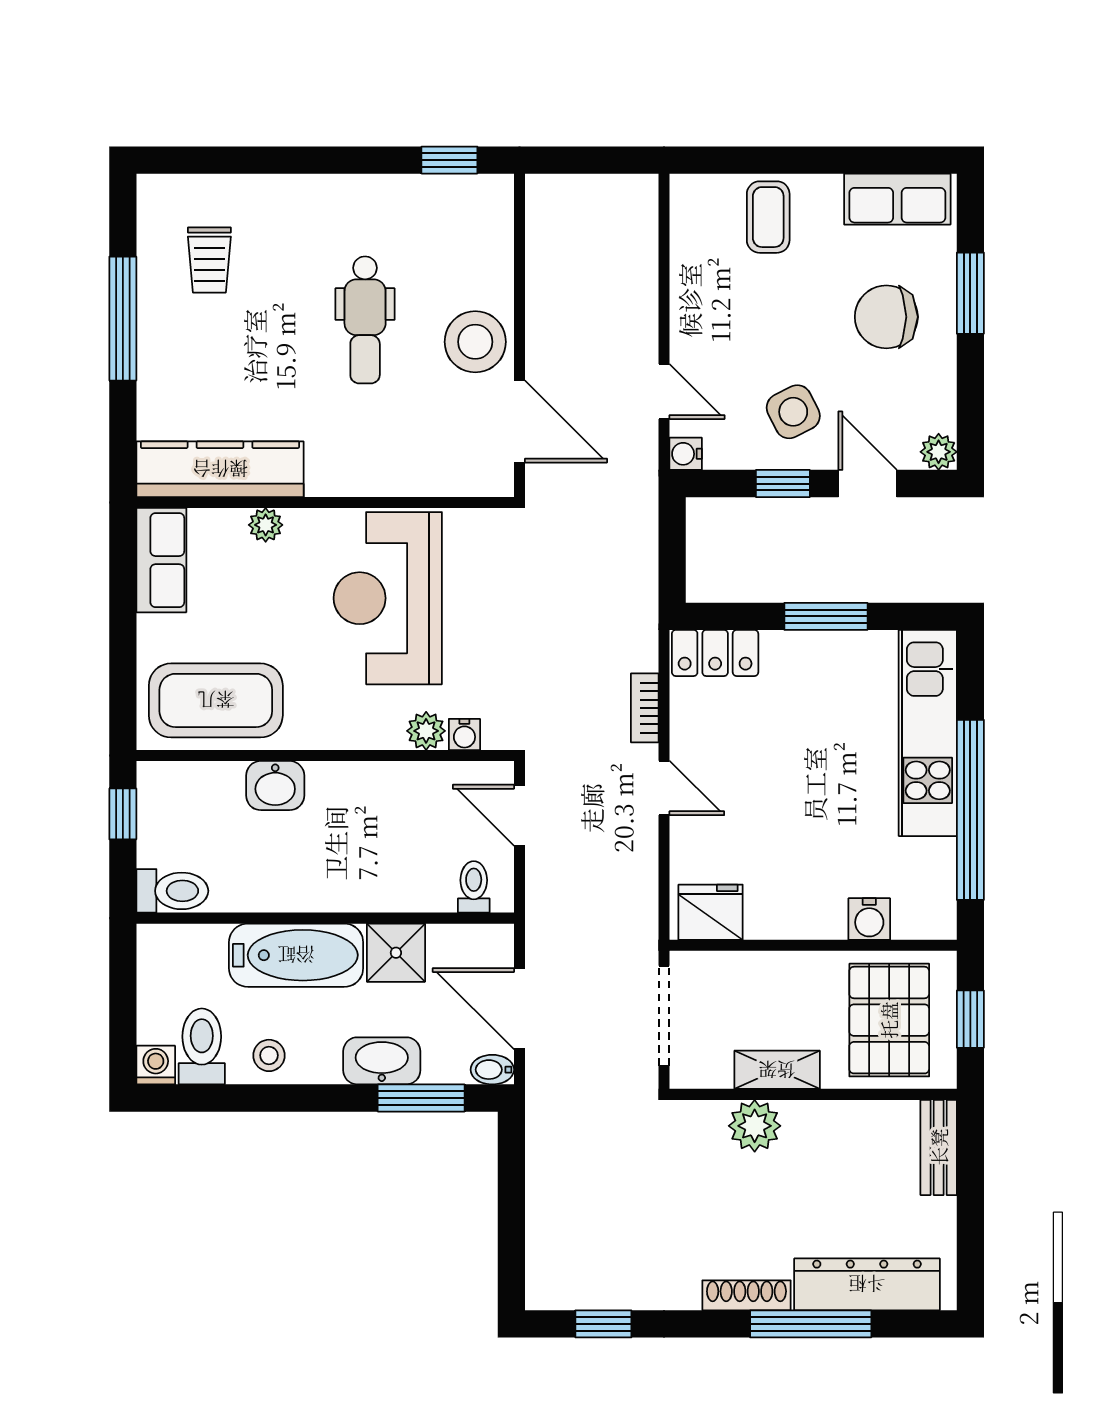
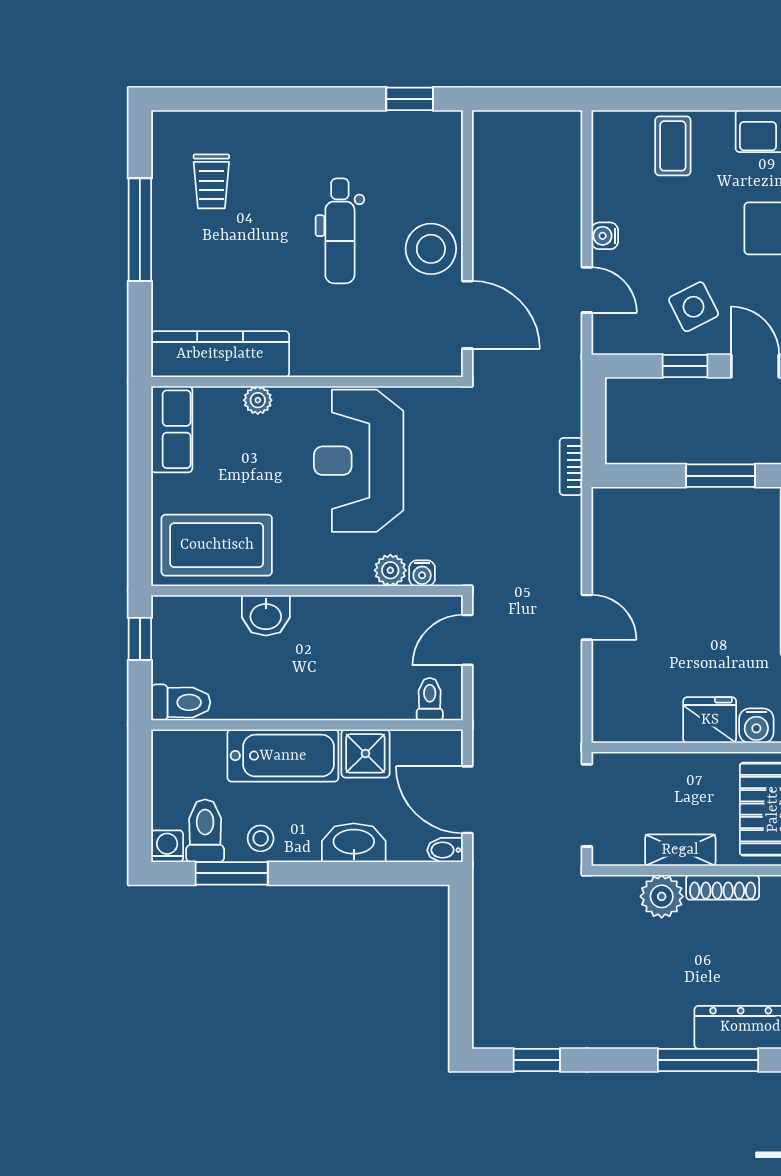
water cooler: (686, 454) -> (605, 236), moved
locker: (715, 653) -> (629, 506), removed
bookcase: (645, 708) -> (571, 467), moved
door: (519, 815) -> (467, 640), hinge flipped
fridge: (711, 912) -> (710, 720), moved
window: (421, 1098) -> (232, 873), moved
shoe rack: (746, 1295) -> (723, 887), moved, turned 180

